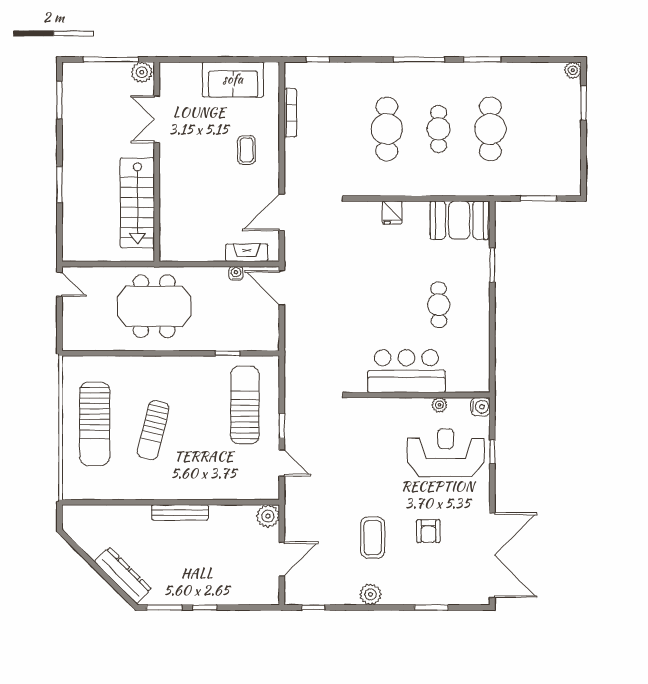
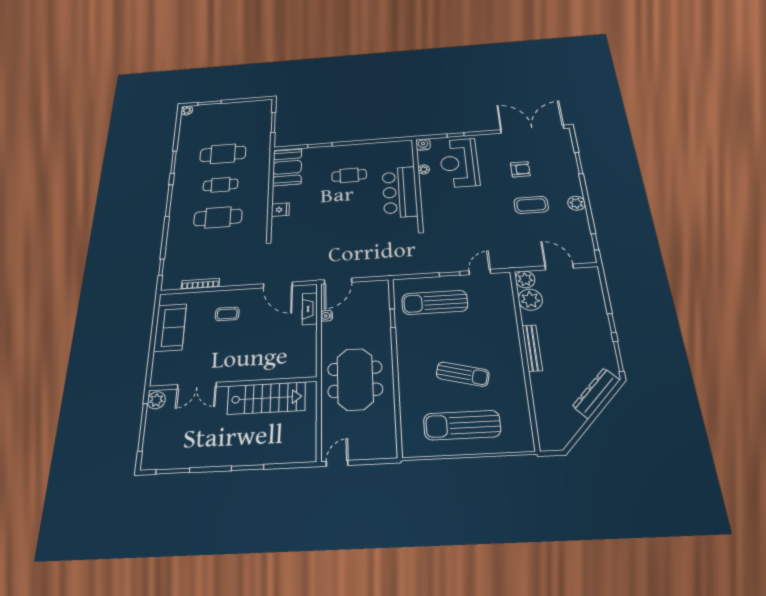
sun lounger: (95, 424) -> (462, 425), turned 180
plant: (241, 519) -> (530, 300), added

